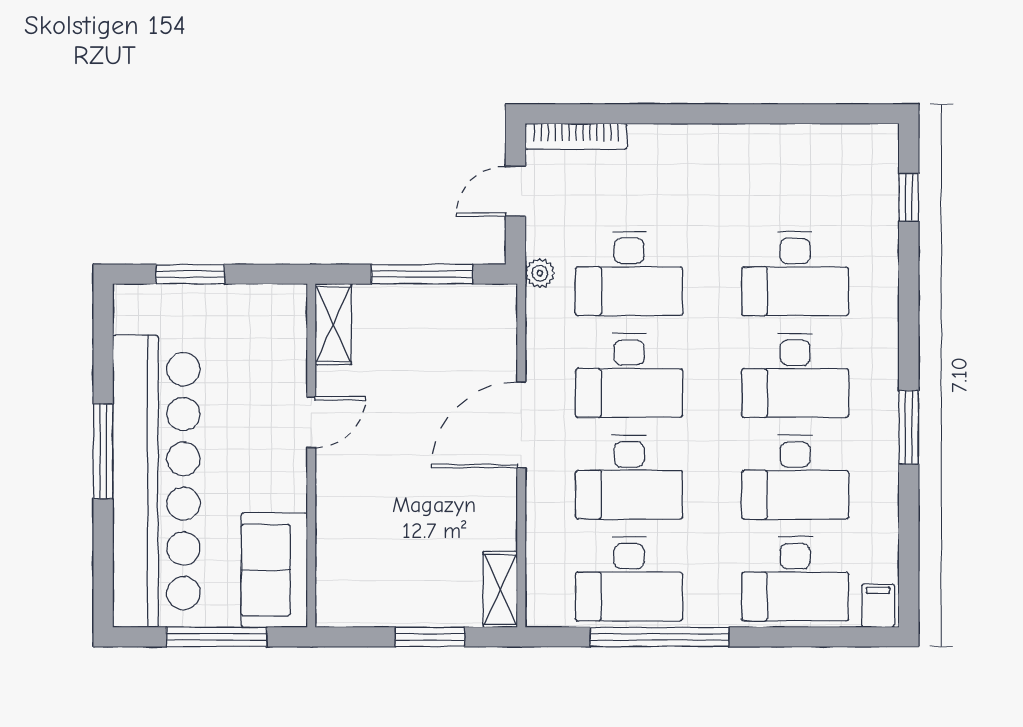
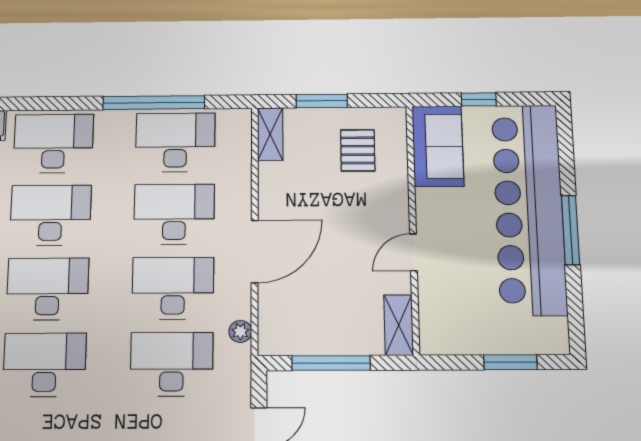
plant: (540, 273) -> (240, 331), moved
pallet: (382, 565) -> (358, 150), added
window: (217, 637) -> (479, 99), width x0.46

